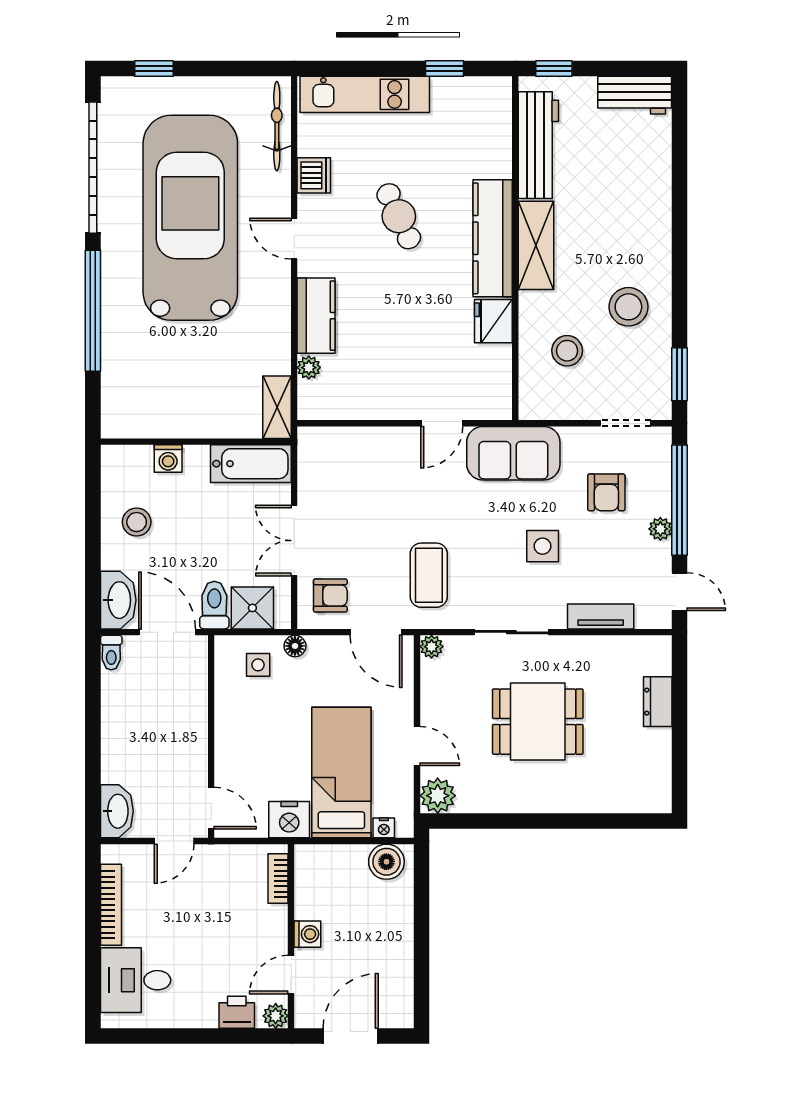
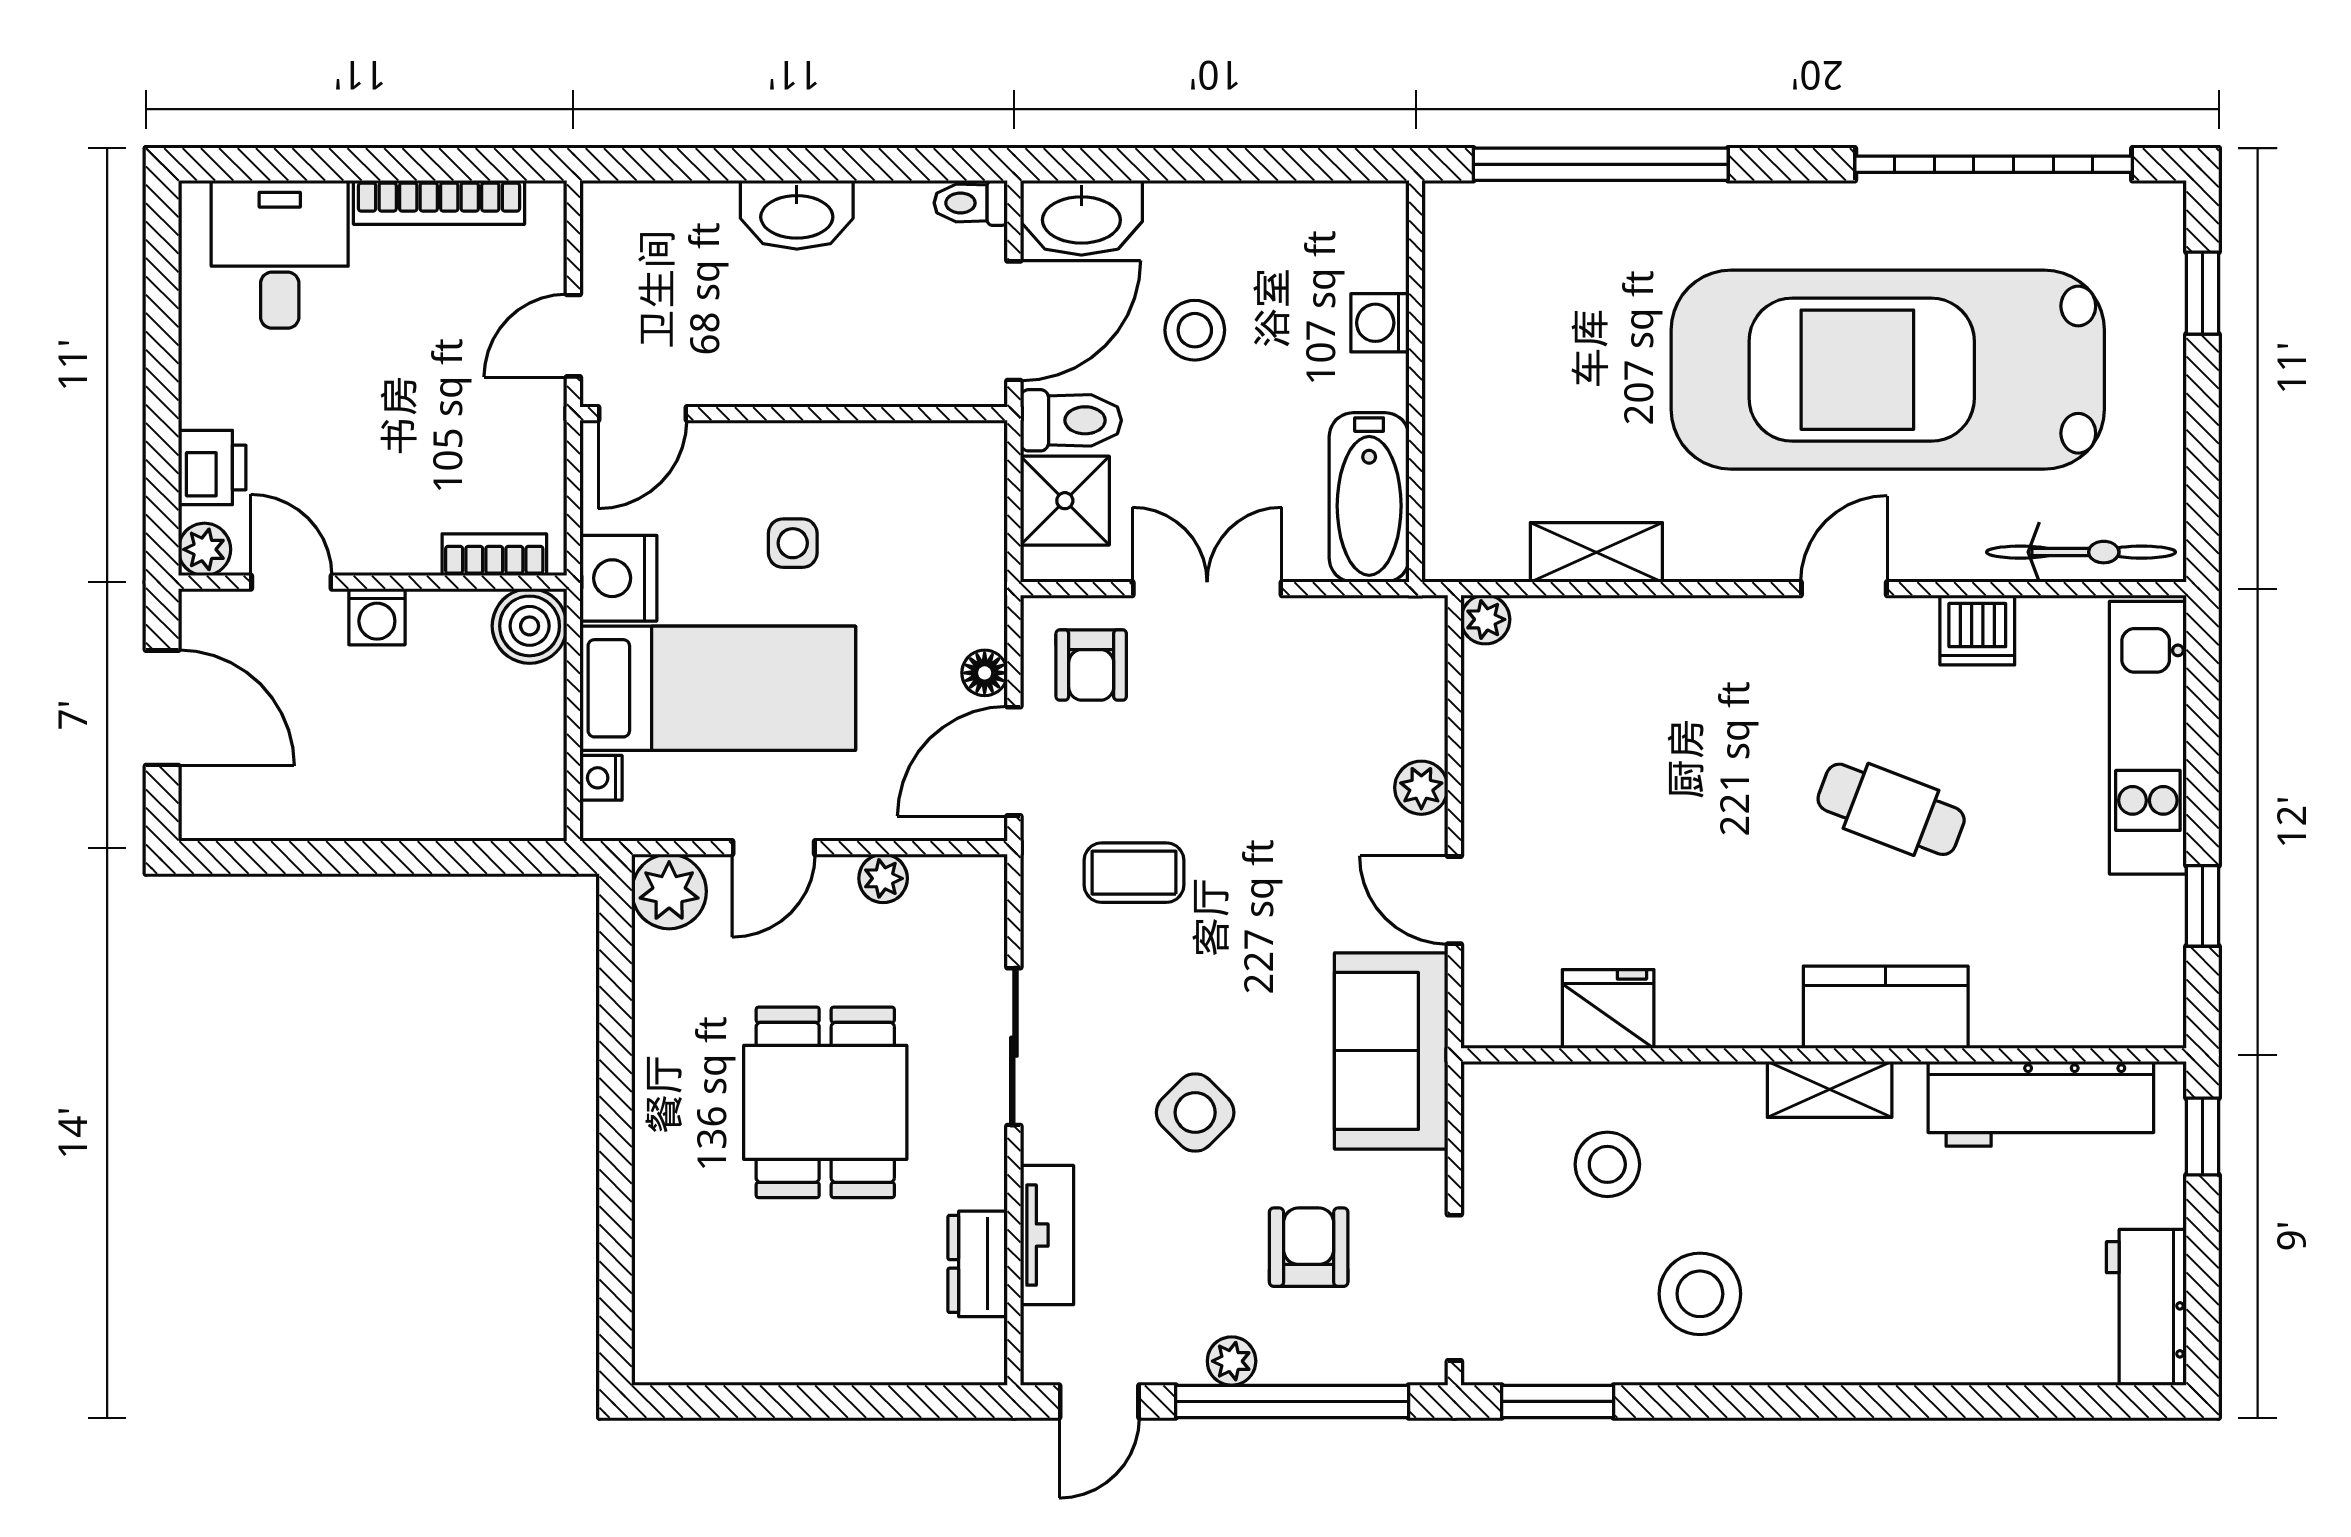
cafe table: (399, 216) -> (1891, 809), turned 46
car: (190, 218) -> (1888, 370), turned 180
kitchen counter: (493, 238) -> (1886, 1007), width x0.67
shelving: (536, 245) -> (1830, 1089), width x0.67, depth x0.75
window: (93, 311) -> (1601, 164), moved
kitchen counter: (316, 316) -> (1681, 635), removed
fridge: (493, 321) -> (1608, 1009), moved
plant: (309, 368) -> (1485, 619), moved
shelving: (277, 407) -> (1596, 552), moved
doorway: (626, 423) -> (1454, 1288), width x1.38
plant: (388, 439) -> (1421, 788), added
armchair: (606, 492) -> (1309, 1247), turned 90
stool: (137, 522) -> (1195, 330), moved
side table: (543, 546) -> (1195, 1113), turned 45
coffee table: (429, 575) -> (1134, 873), width x0.73, depth x0.77
floor lamp: (295, 646) -> (985, 673), moved
plant: (432, 647) -> (883, 878), moved
side table: (258, 665) -> (793, 543), moved
dresser: (658, 702) -> (978, 1264), moved, turned -90
washbasin: (117, 811) -> (797, 215), moved
door: (174, 841) -> (573, 336), hinge flipped
boiler: (386, 862) -> (530, 626), moved

